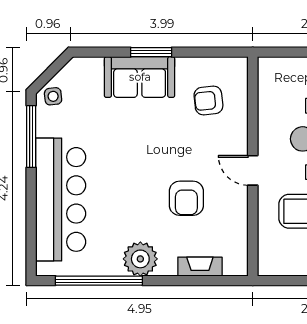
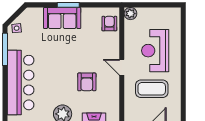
plant: (269, 69) -> (130, 14), added
armchair: (208, 101) -> (109, 24), moved, turned 96

